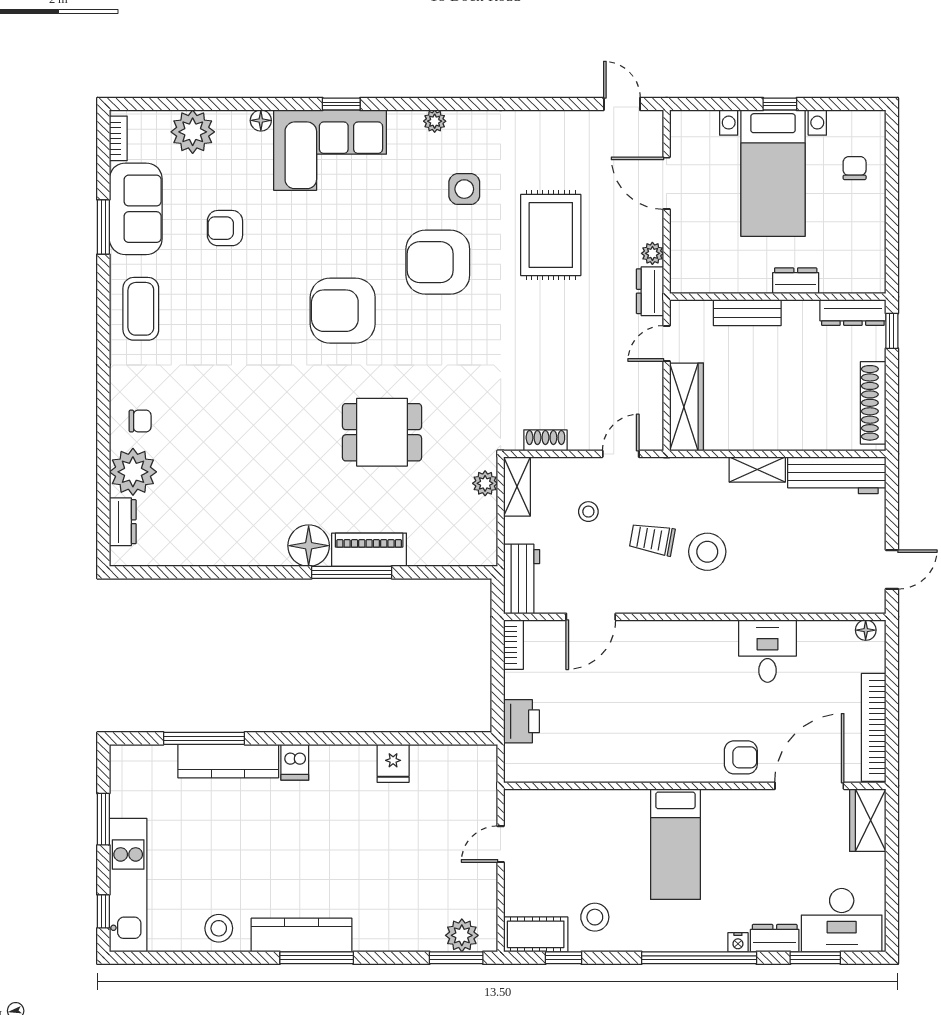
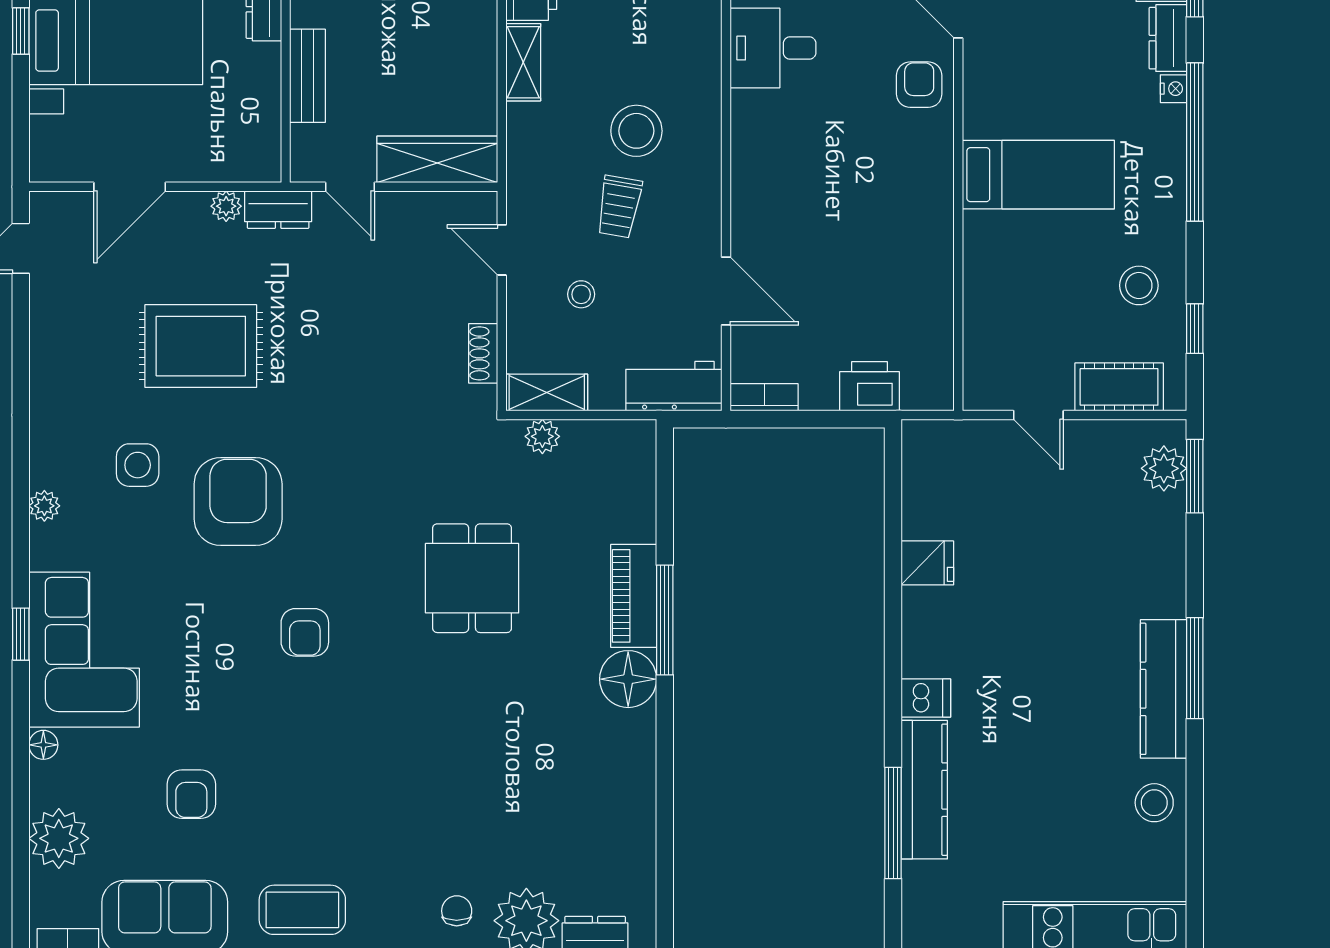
armchair: (438, 262) -> (238, 501), turned 180
armchair: (343, 311) -> (305, 632), width x0.53, depth x0.53
cot: (536, 934) -> (1119, 387), moved, turned 90

